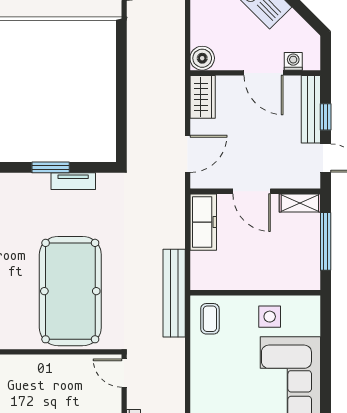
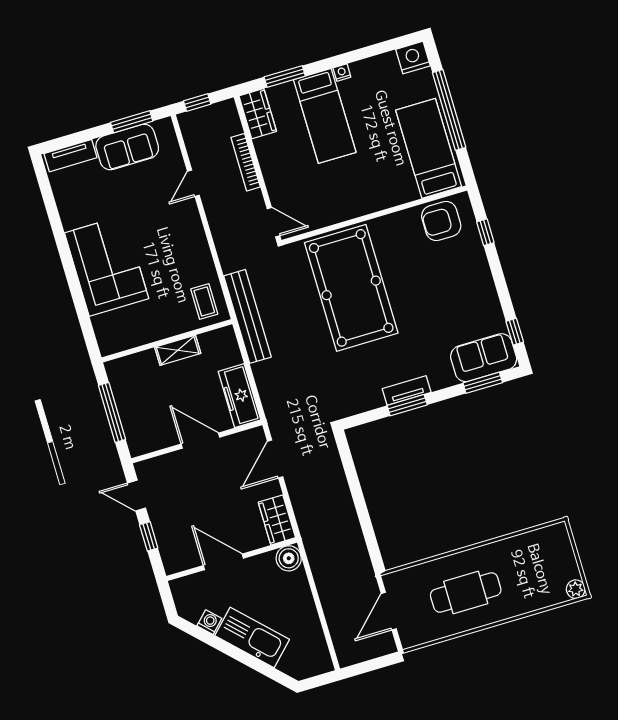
washing machine: (293, 61) -> (209, 622), moved, turned -135
bench: (311, 109) -> (166, 540), removed
tv unit: (73, 181) -> (407, 390), moved
shelving: (300, 203) -> (178, 350), moved
side table: (270, 317) -> (145, 321), removed

